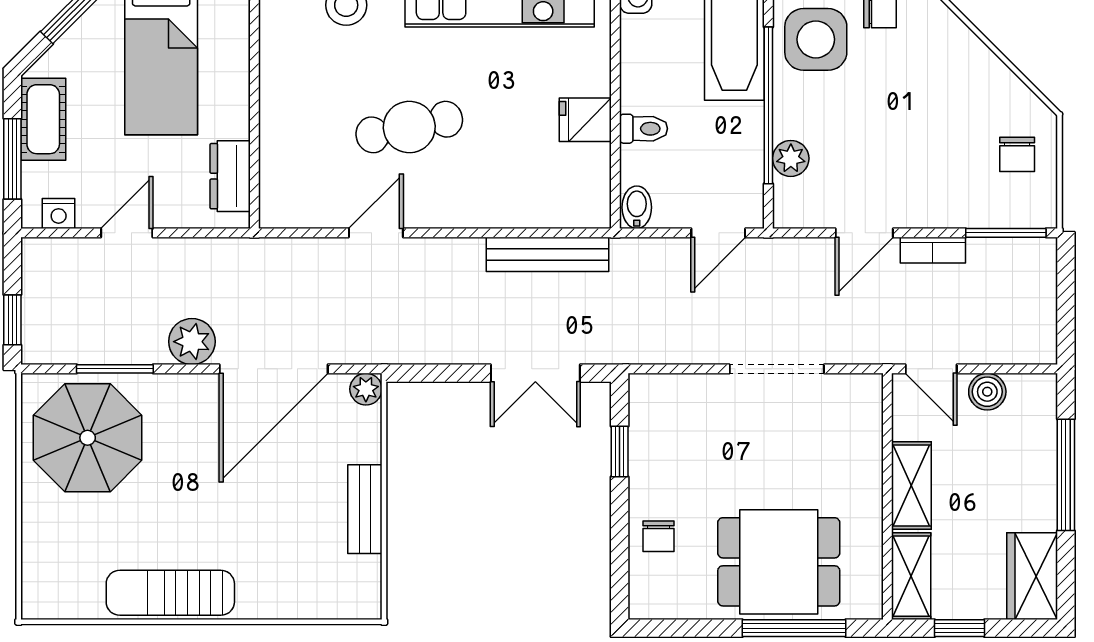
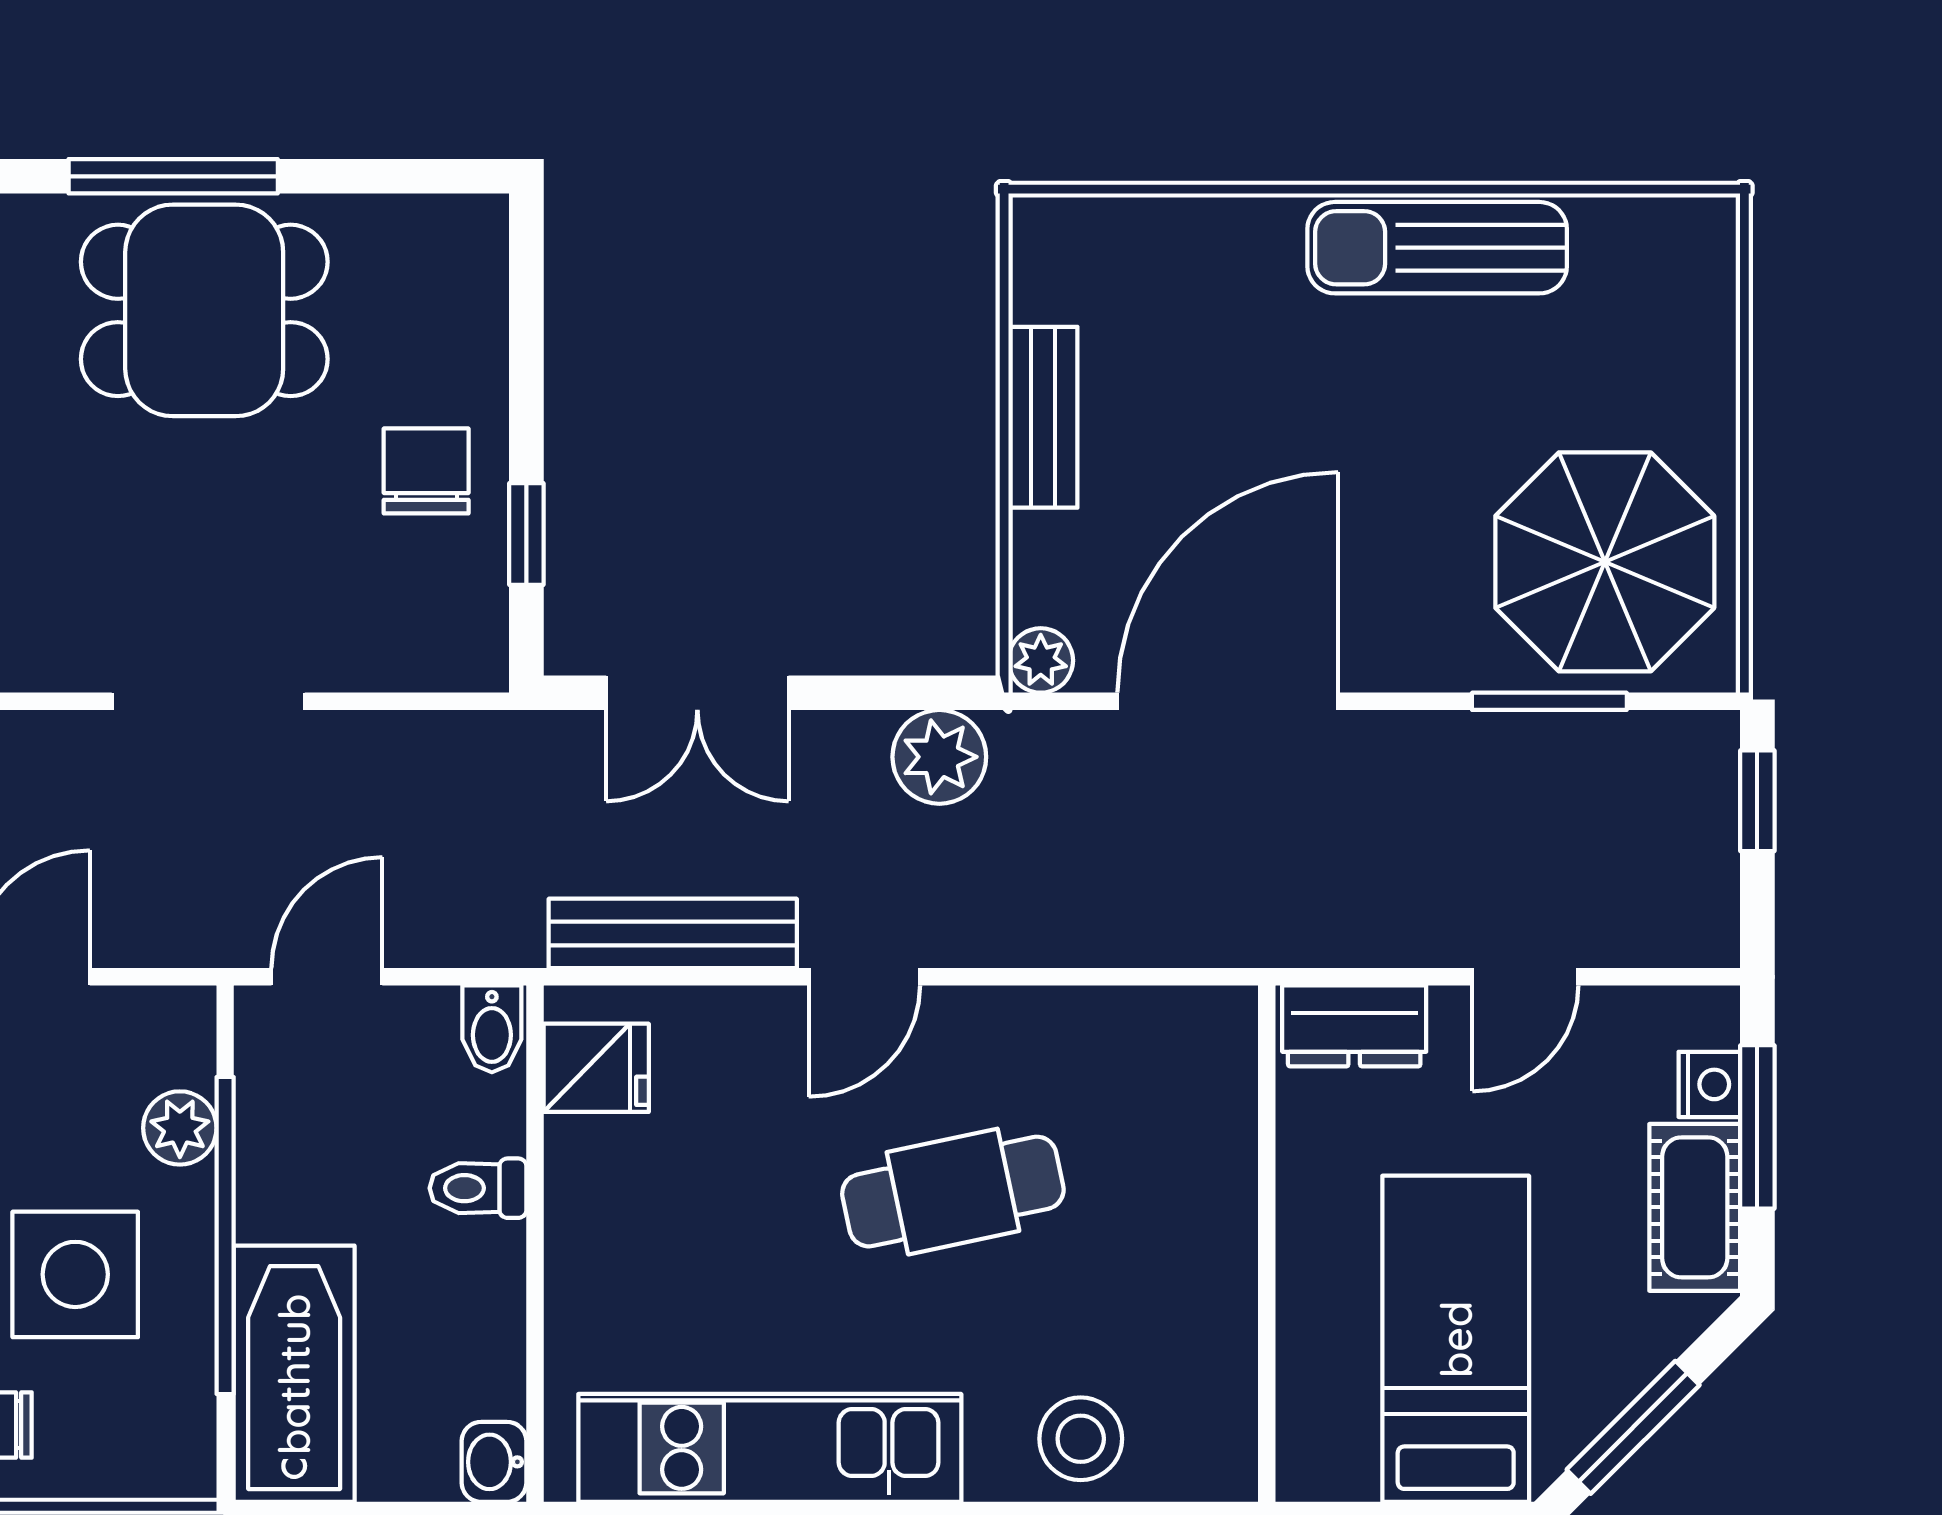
side table: (816, 39) -> (75, 1274), moved
fridge: (585, 120) -> (596, 1068), moved
dresser: (230, 176) -> (1354, 1026), moved, turned 90
nightstand: (59, 214) -> (1709, 1084), moved, turned 90
door: (376, 233) -> (864, 977), moved
plant: (192, 342) -> (939, 757), moved
double door: (535, 373) -> (697, 693), swing flipped
chair: (659, 536) -> (426, 471), moved, width x1.37, depth x1.37
sun lounger: (170, 593) -> (1437, 248), turned 180

